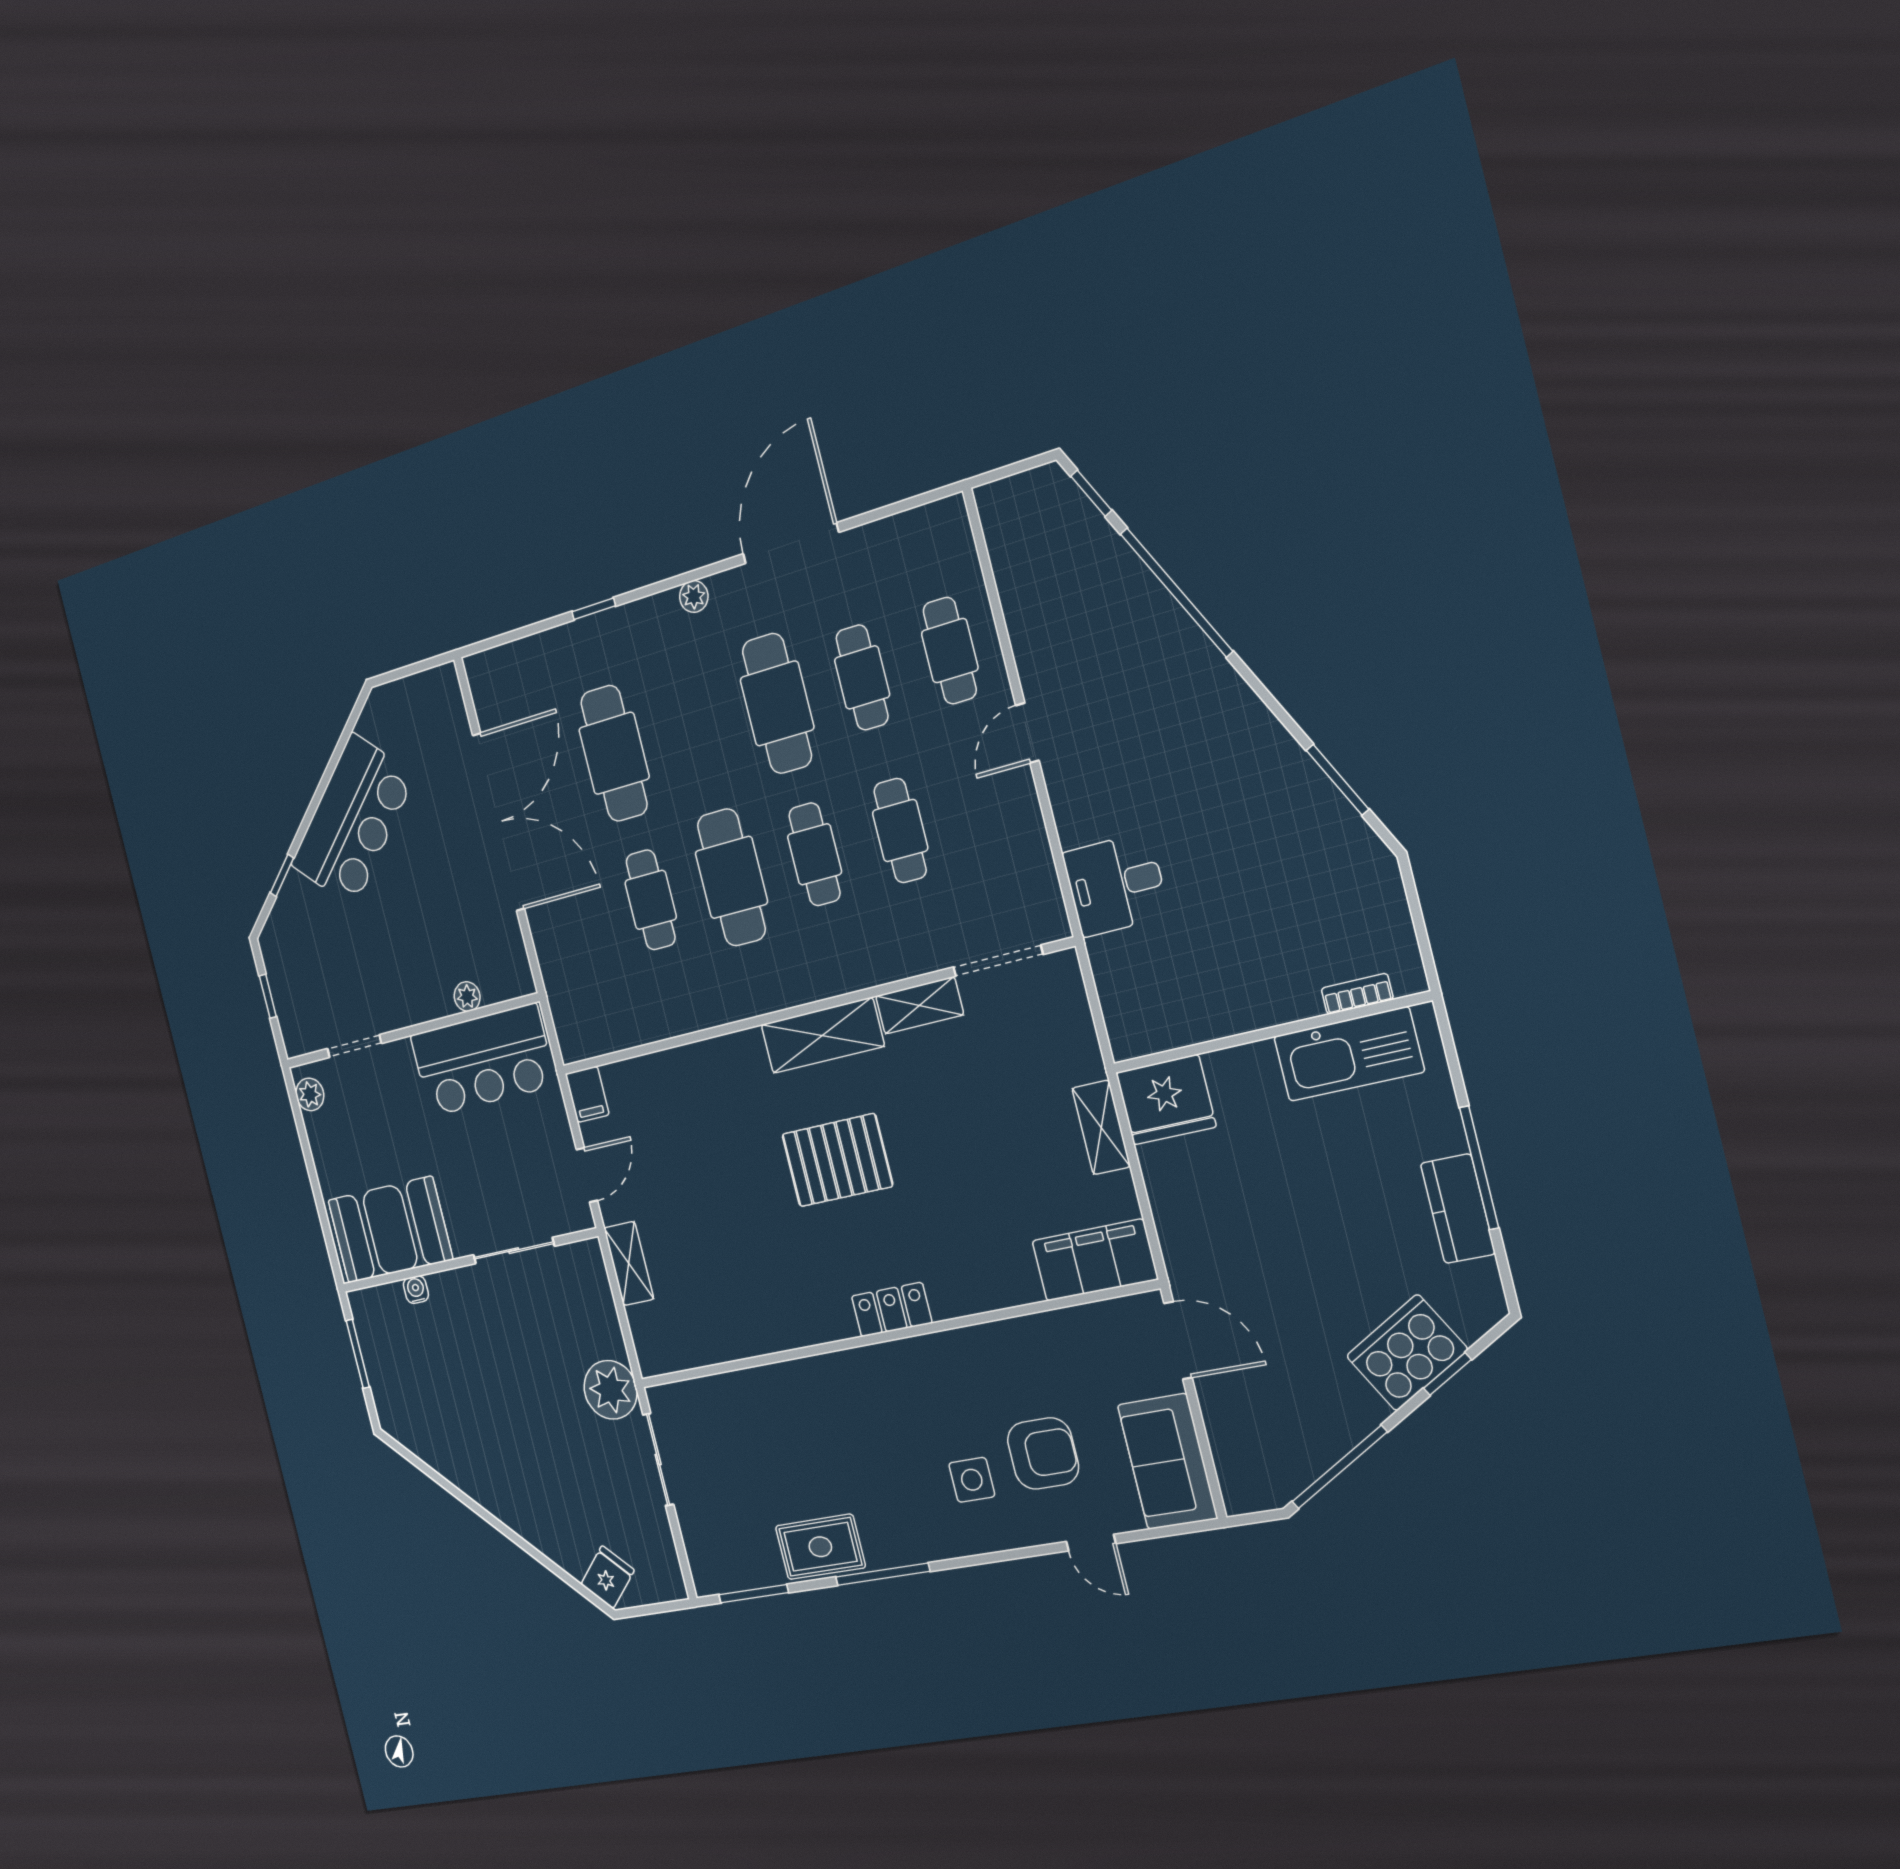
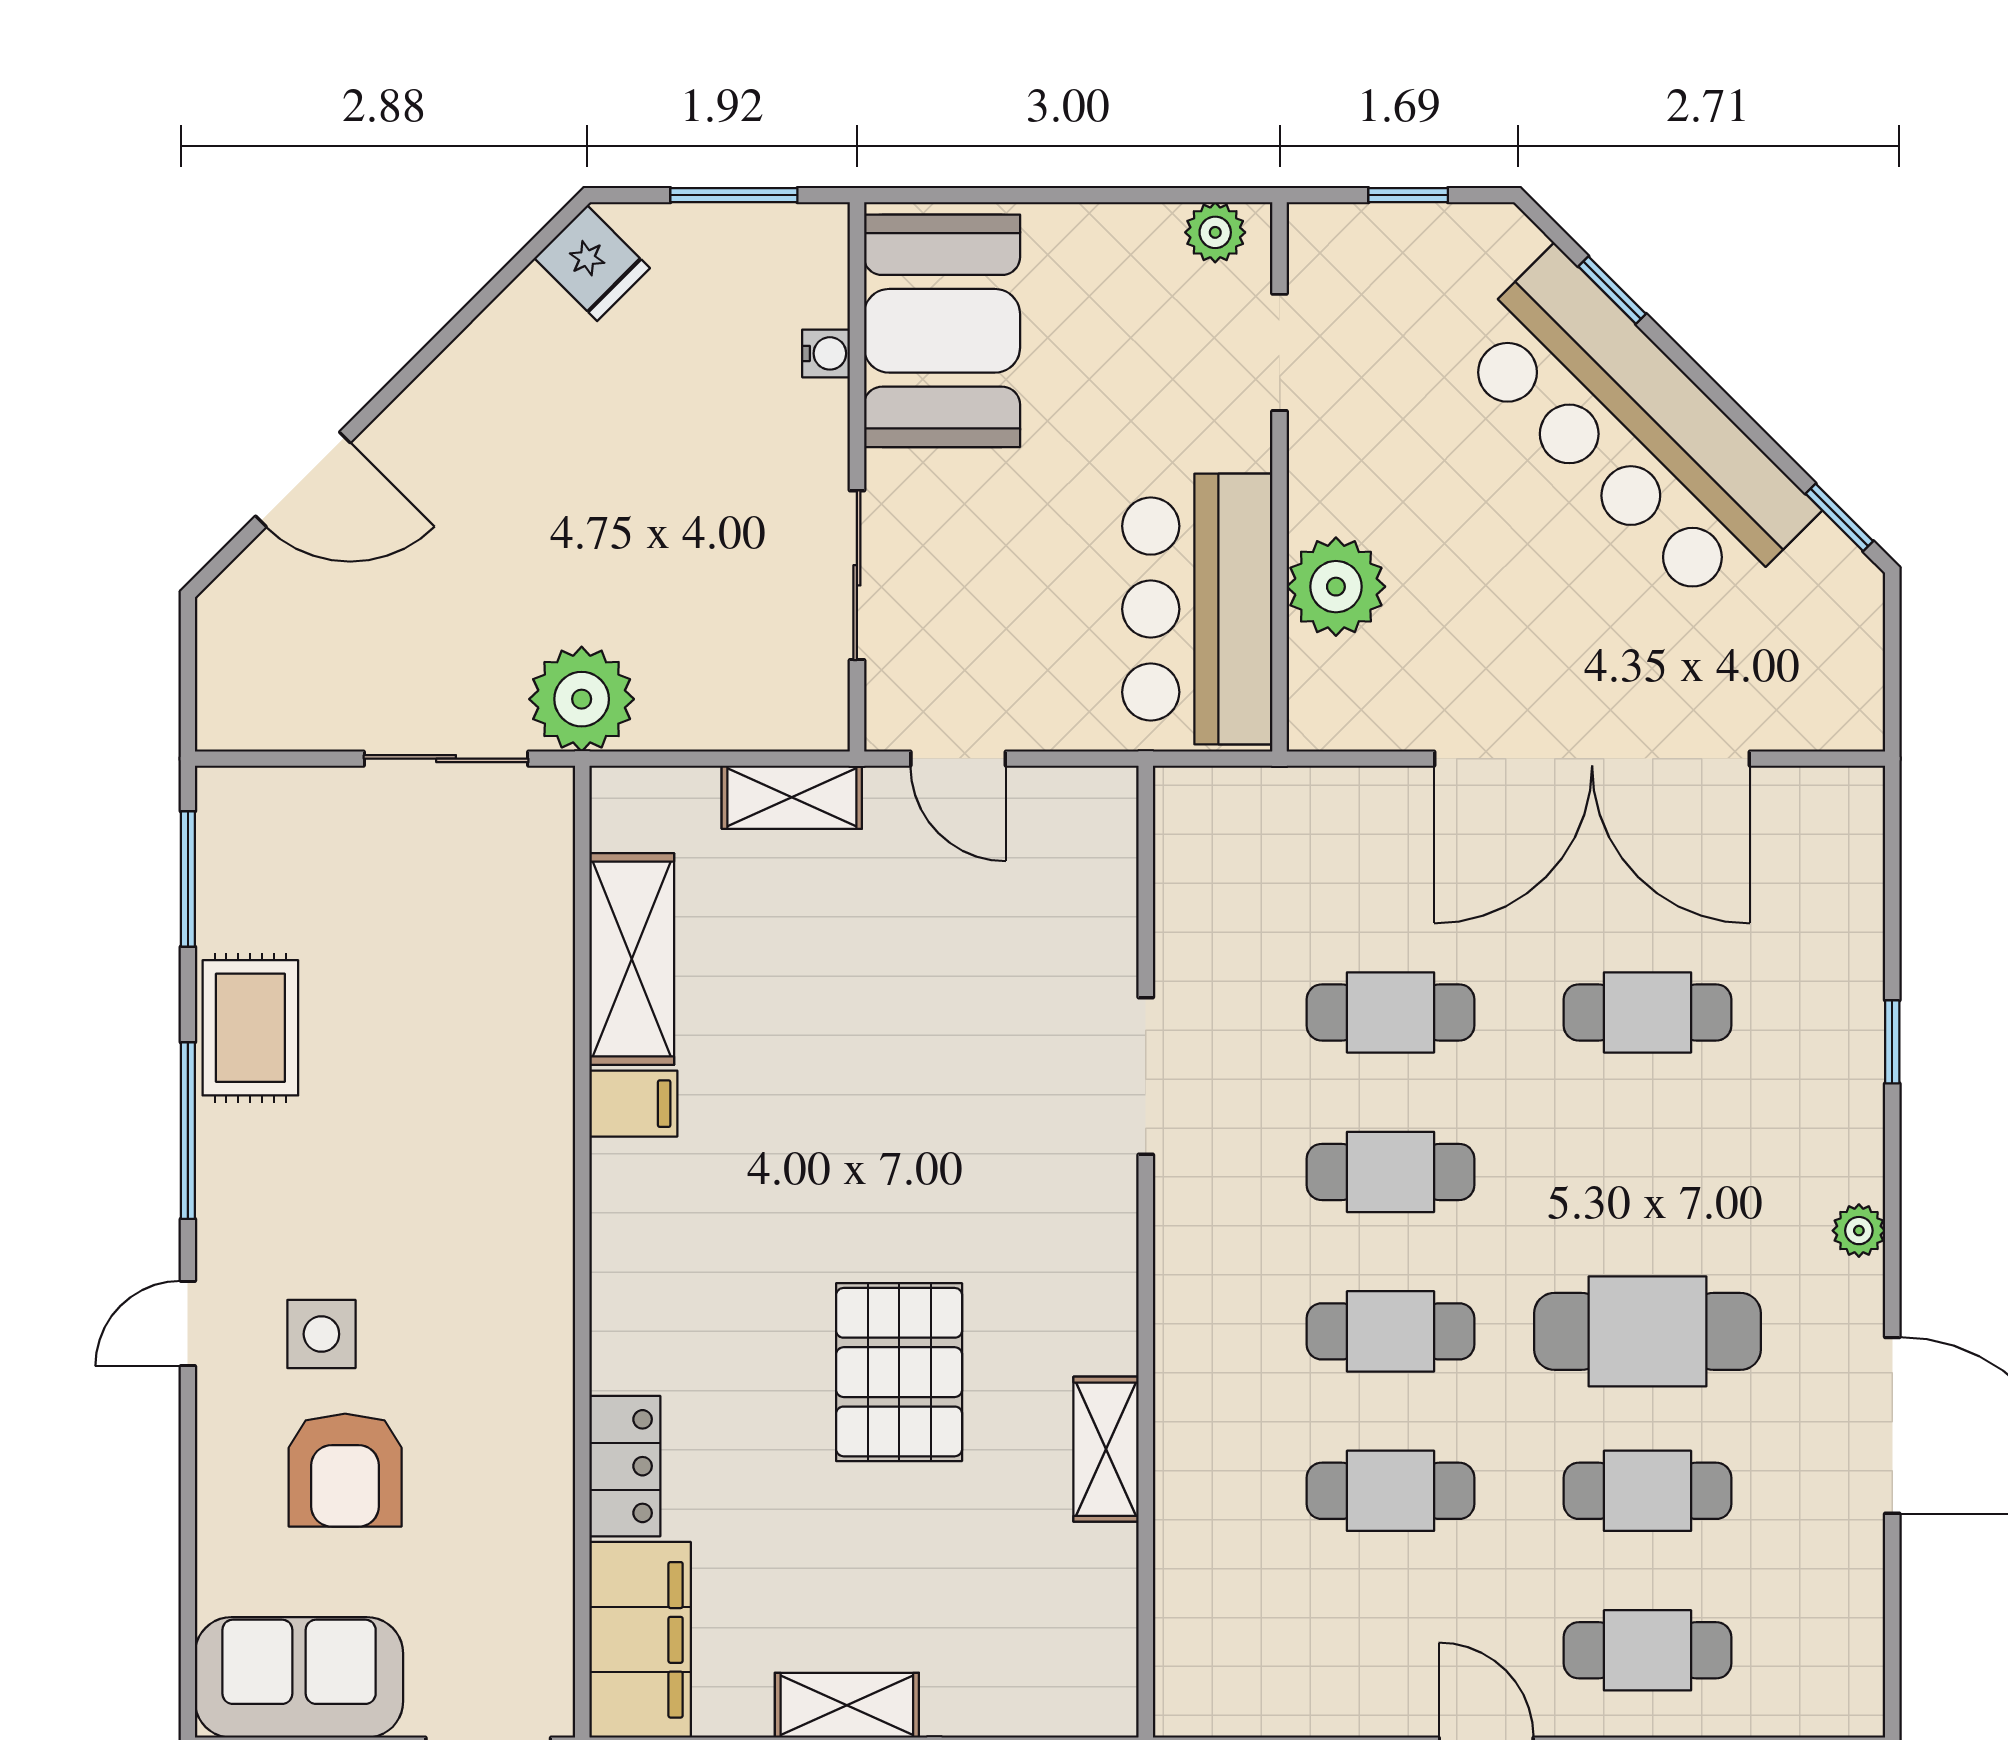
window: (352, 720) -> (1839, 517), added
cafe table: (614, 753) -> (1647, 1012), width x0.73, depth x0.74
bar counter: (353, 820) -> (1634, 431), width x1.36
cafe table: (731, 877) -> (1391, 1172), width x0.73, depth x0.74
doorway: (998, 961) -> (1146, 1076), moved
plant: (467, 997) -> (1336, 587), width x1.88, depth x1.88
shelving: (822, 1035) -> (632, 959), moved
filing cabinet: (587, 1094) -> (633, 1104), moved, turned 180
pallet: (837, 1160) -> (899, 1372), moved
locker: (892, 1310) -> (625, 1466), moved
door: (1091, 1543) -> (188, 1323), moved
door: (544, 1561) -> (303, 479), added
fridge: (608, 1577) -> (592, 263), moved

